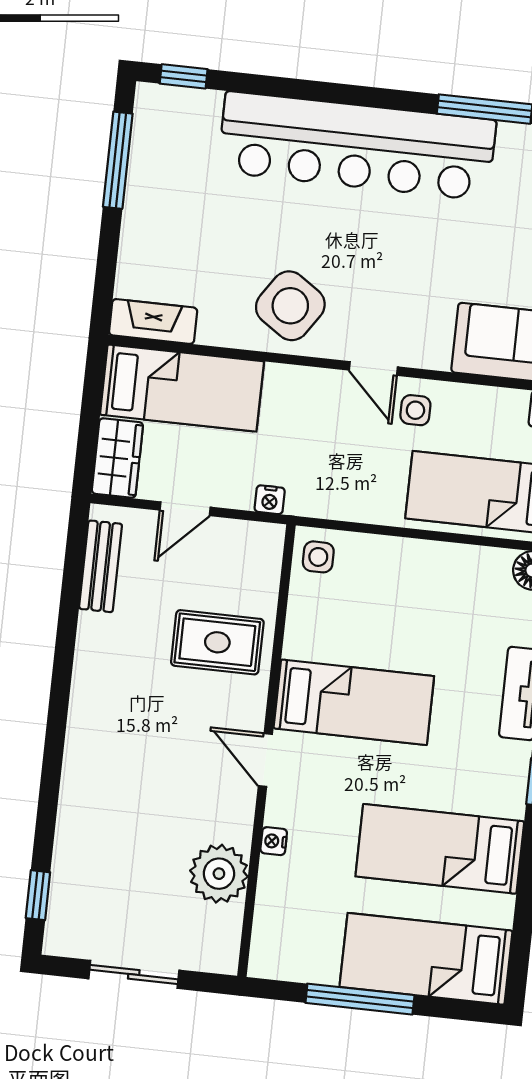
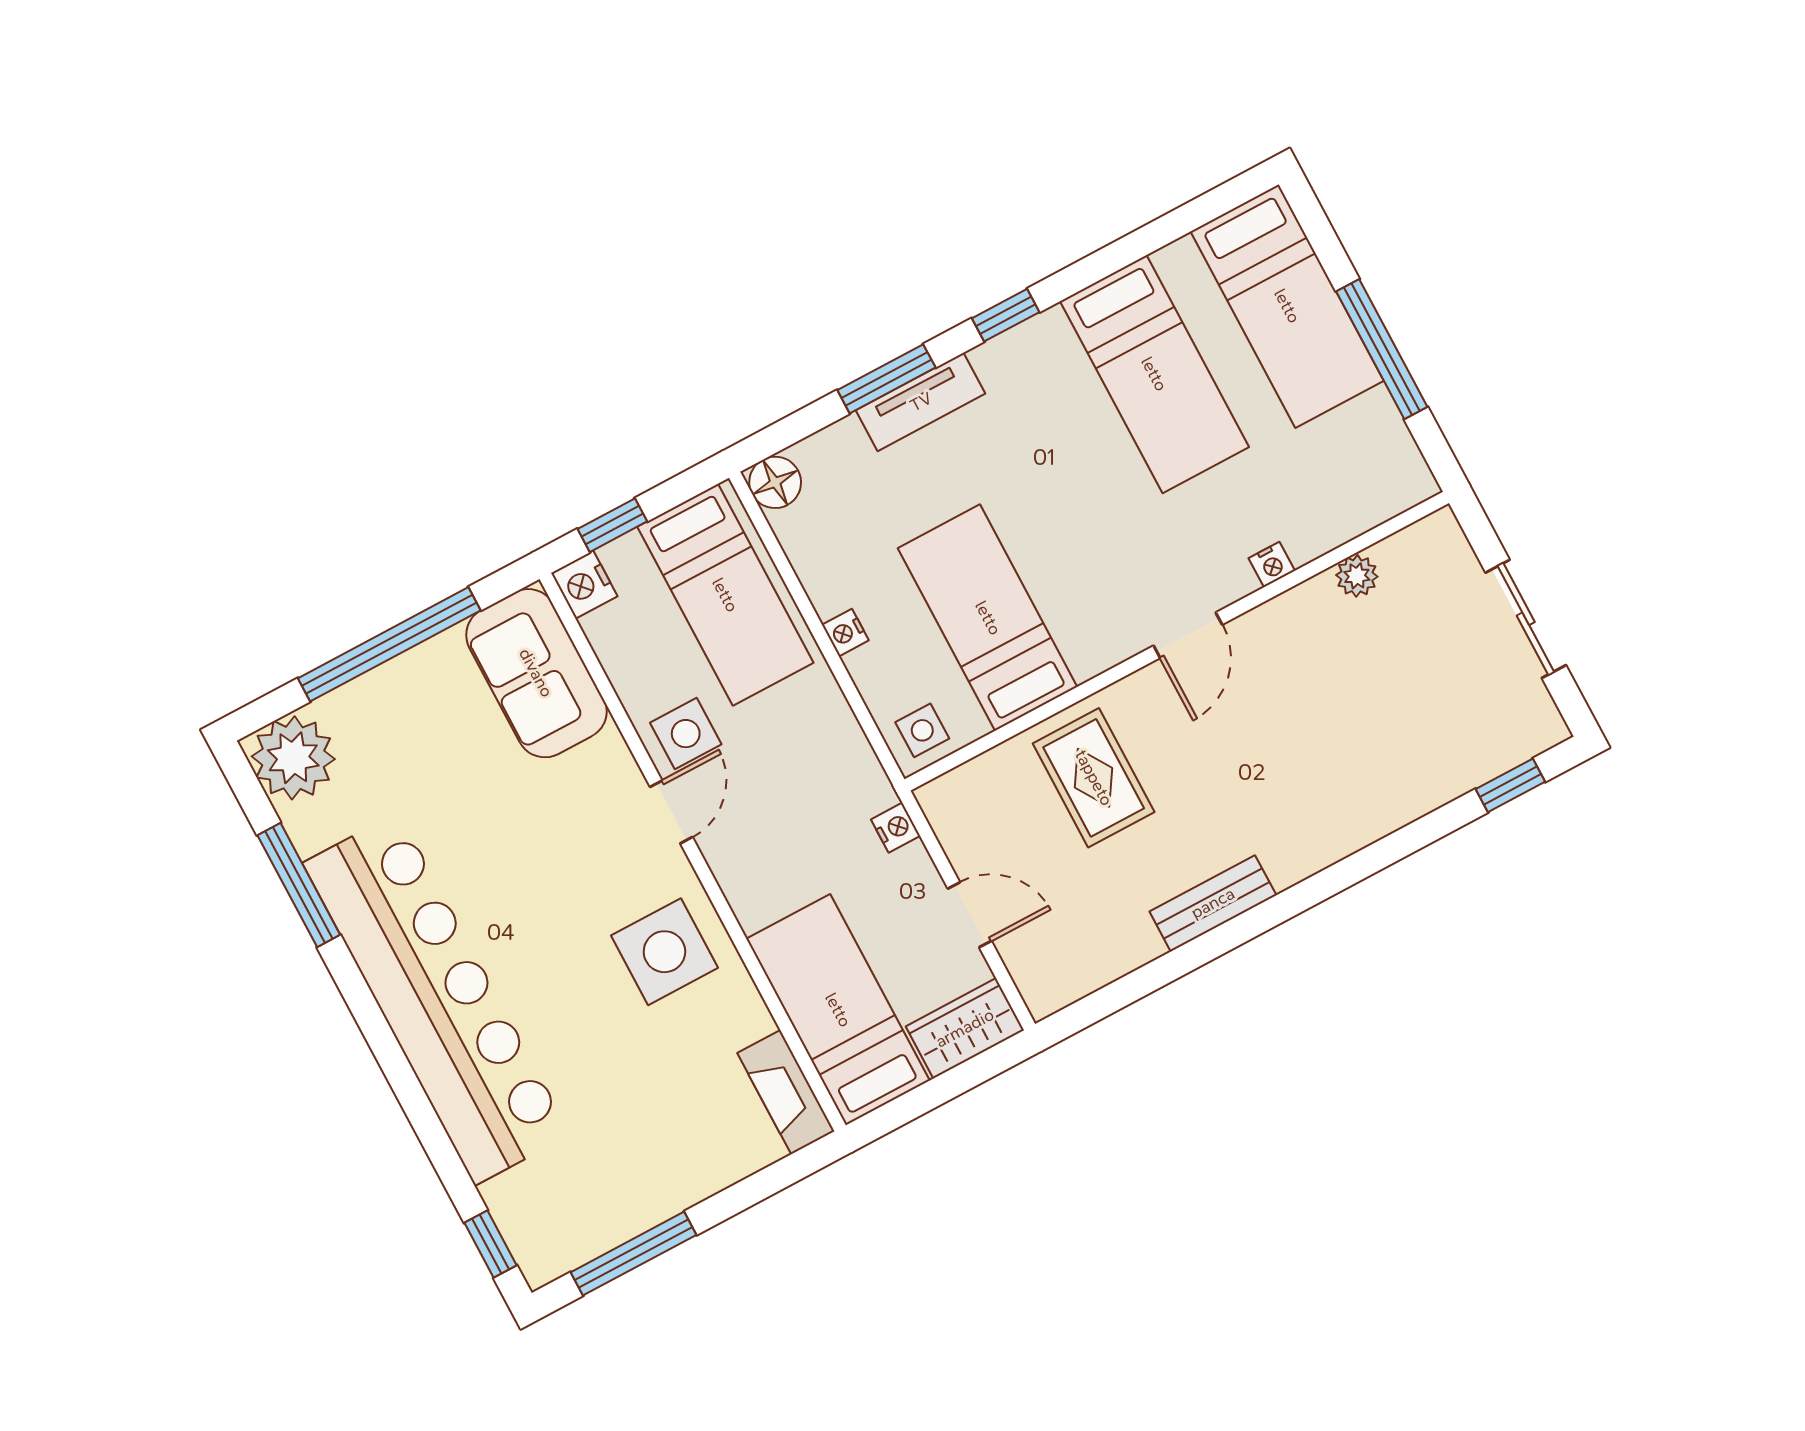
side table: (290, 306) -> (664, 952), turned -34
side table: (415, 410) -> (686, 734), width x1.37, depth x1.37
nightstand: (411, 551) -> (845, 633), added
bench: (101, 566) -> (1213, 903), moved
bed: (354, 702) -> (988, 618), moved
plant: (219, 874) -> (1357, 576), width x0.53, depth x0.53

